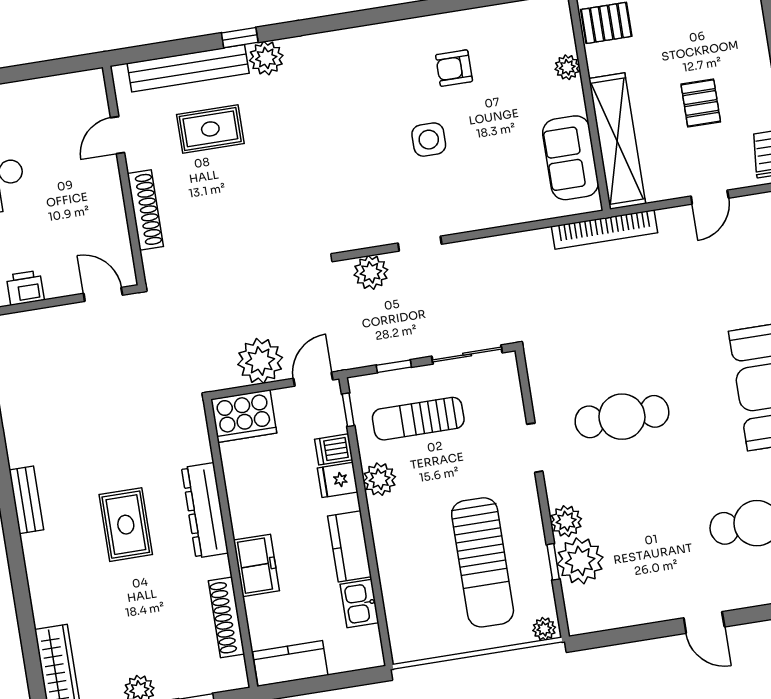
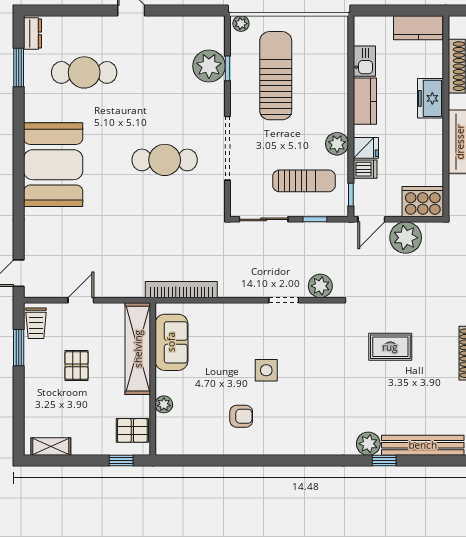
rug: (210, 129) -> (390, 347), moved
bookcase: (605, 230) -> (181, 290), moved
doorway: (535, 448) -> (228, 148), width x1.87
plant: (566, 521) -> (214, 95), removed

